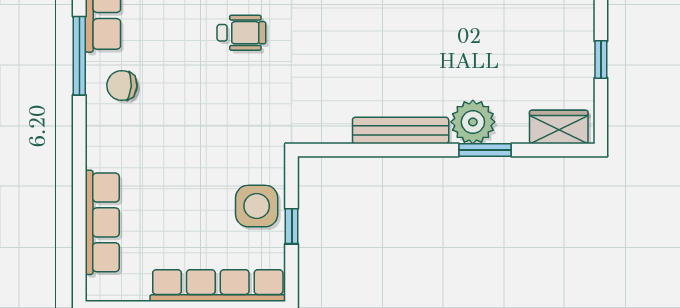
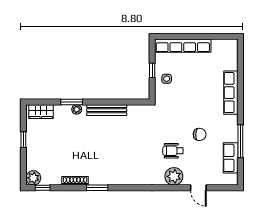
chair: (122, 86) -> (200, 134), moved
plant: (473, 122) -> (77, 109), width x0.53, depth x0.53
side table: (257, 206) -> (167, 79), width x0.54, depth x0.54
row of seats: (102, 222) -> (231, 93), moved

